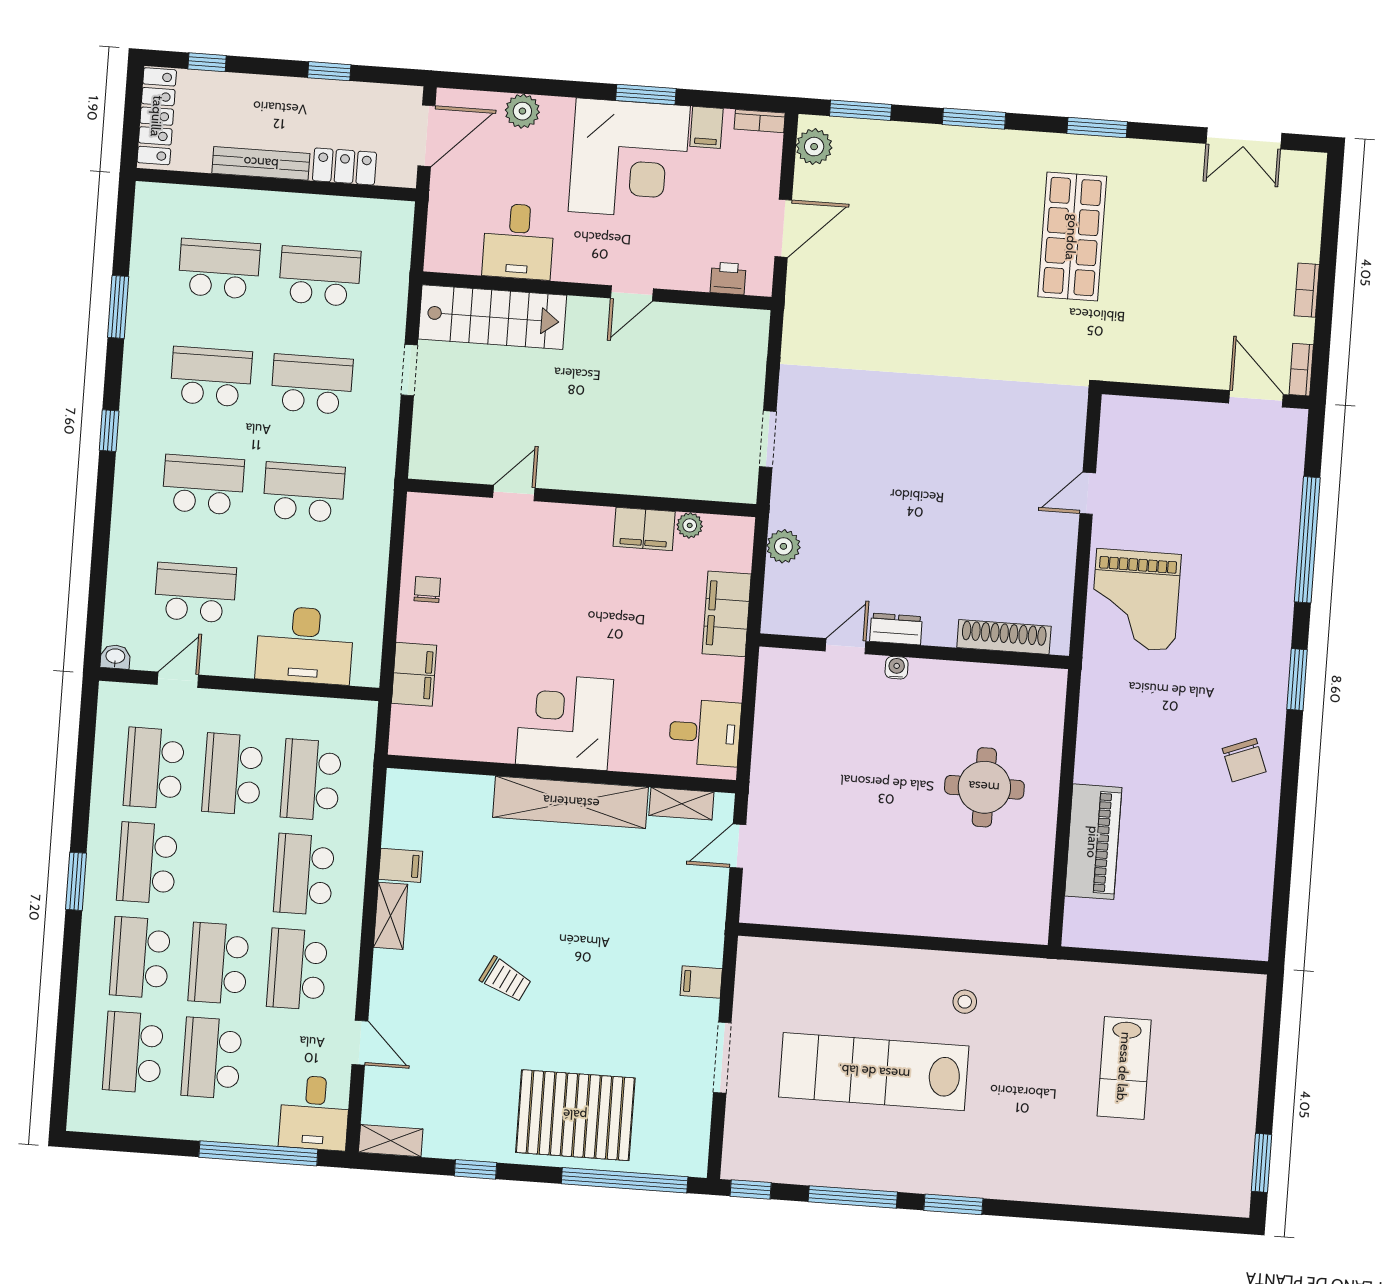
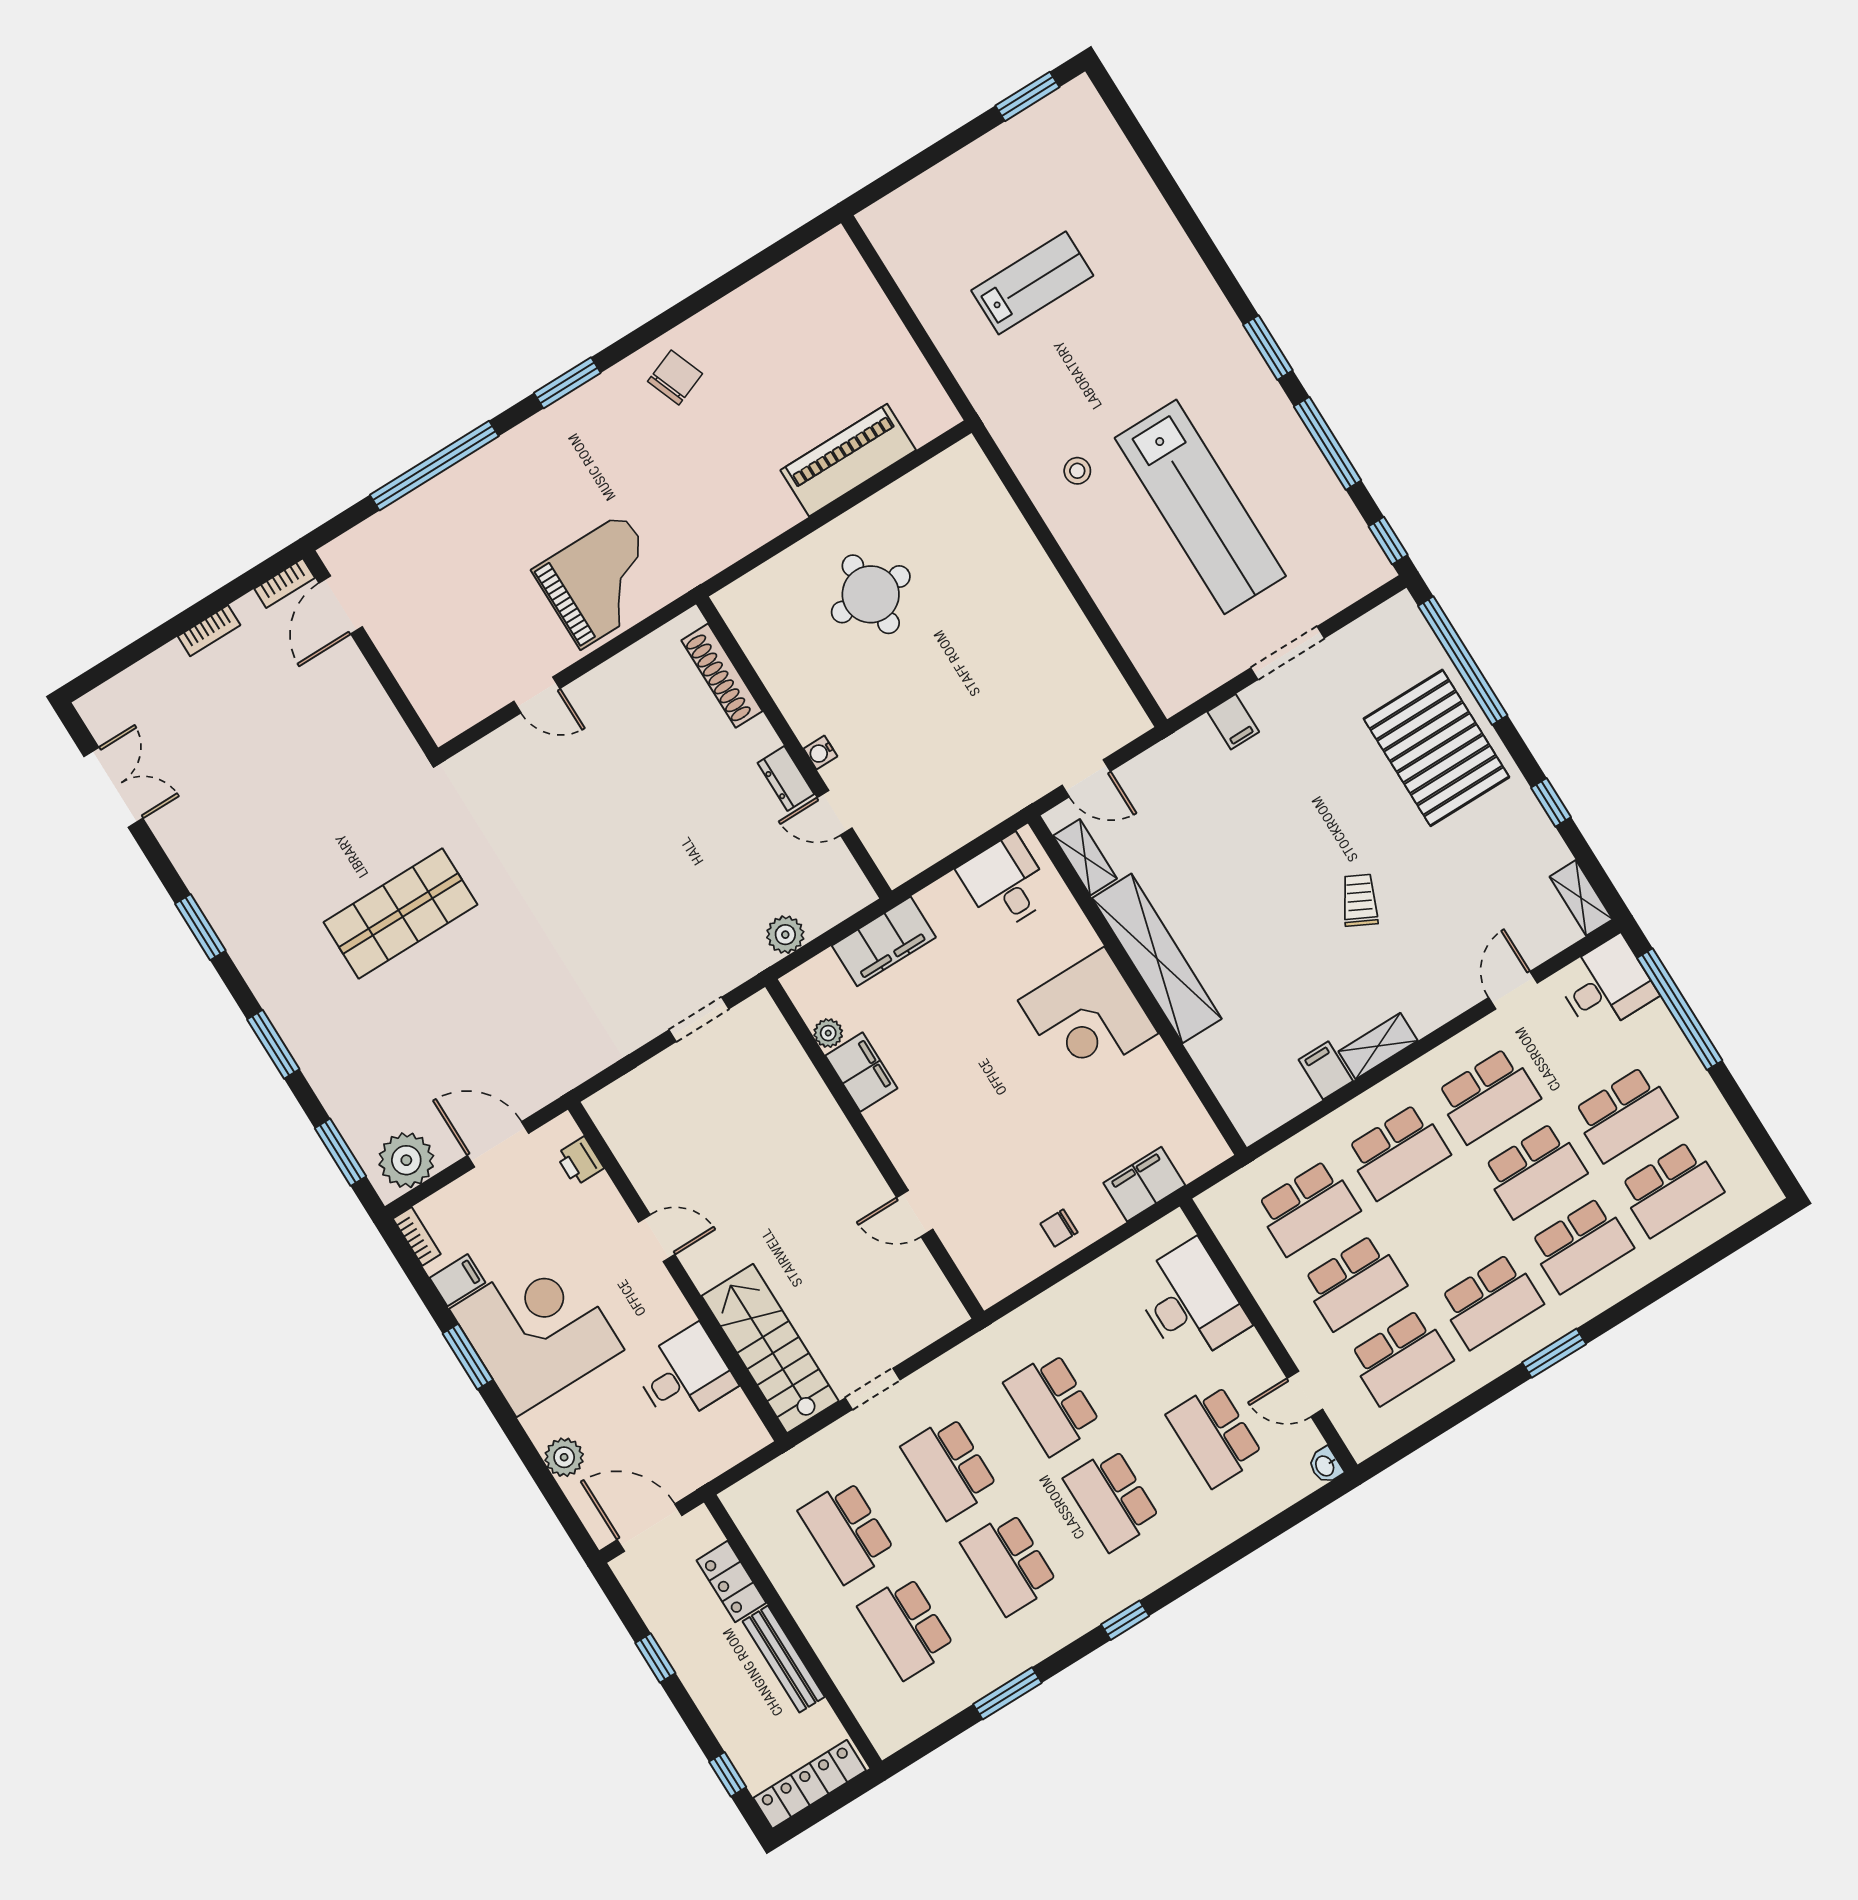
plant: (814, 147) -> (406, 1160), width x1.36, depth x1.36
shop shelf: (1072, 237) -> (401, 913), moved

